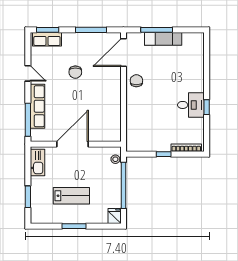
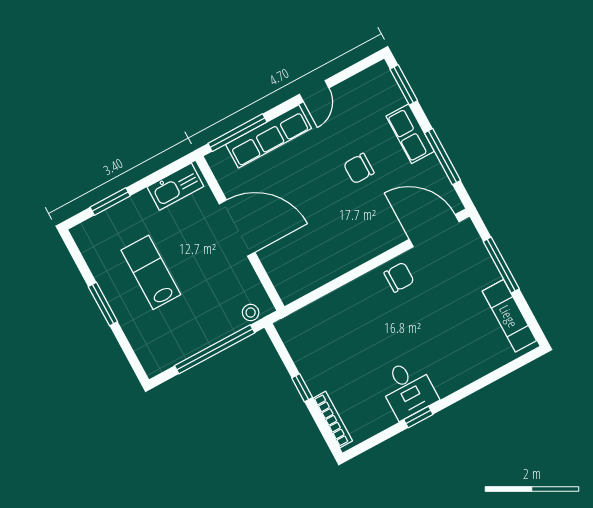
row of seats: (47, 39) -> (410, 134), moved
exam couch: (163, 39) -> (509, 316), moved
lab bench: (71, 196) -> (151, 272), turned 180
fridge: (115, 216) -> (156, 362), removed

